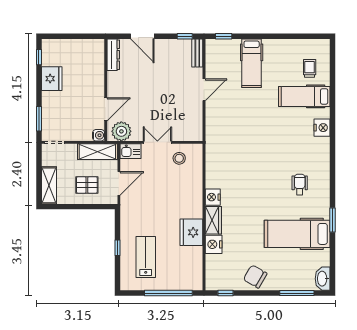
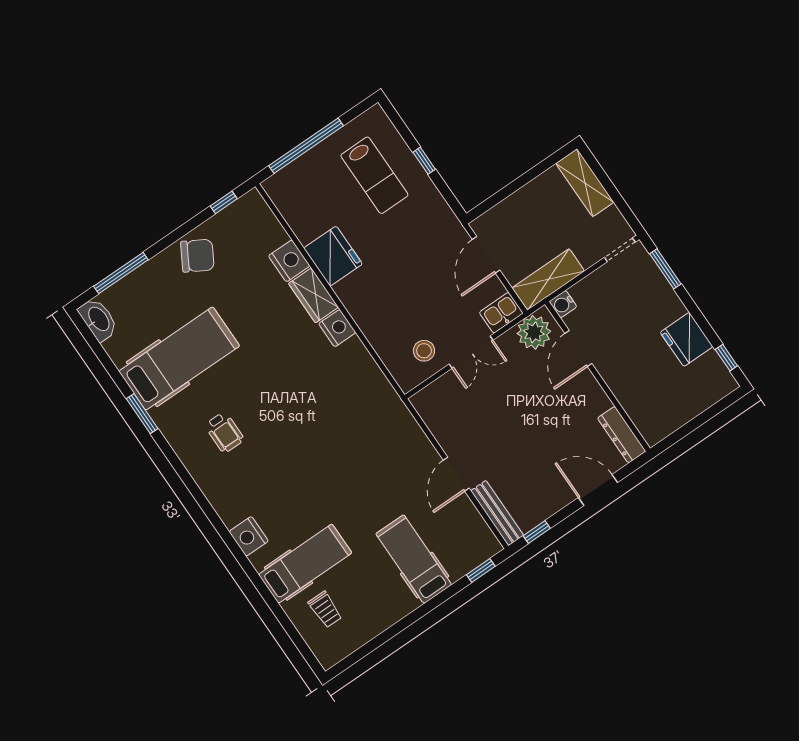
bench: (197, 53) -> (497, 513), width x1.36
pallet: (87, 185) -> (531, 221), removed

